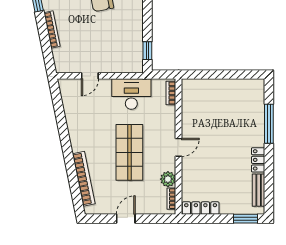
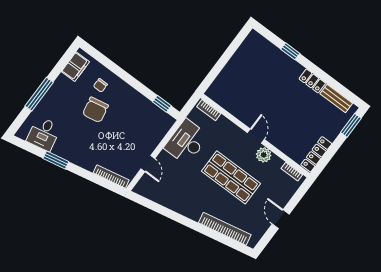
bookcase: (52, 29) -> (111, 176), moved
window: (269, 124) -> (290, 51), width x0.46
plant: (168, 179) -> (264, 155), moved

